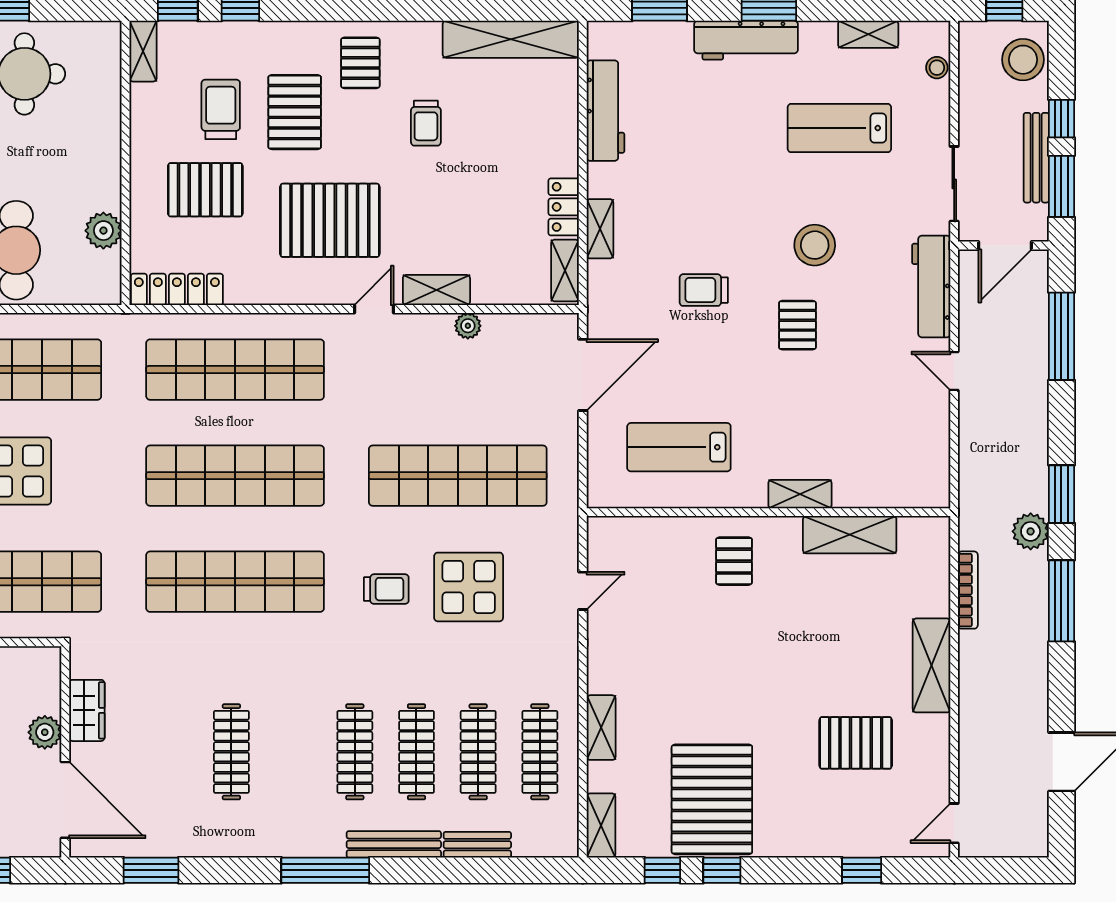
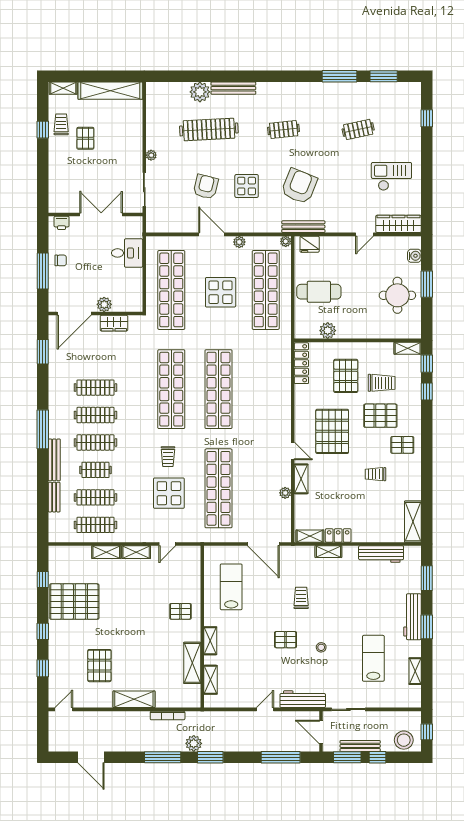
shelving: (511, 39) -> (413, 522), width x0.68
stool: (937, 68) -> (400, 702), removed
stool: (815, 245) -> (321, 647), width x0.53, depth x0.53
shop shelf: (235, 370) -> (266, 389), removed
shelving: (888, 494) -> (210, 680), added
door: (583, 591) -> (167, 544), hinge flipped
clothes rail: (293, 752) -> (95, 415), added
clothes rail: (416, 752) -> (95, 470), width x0.73
door: (954, 823) -> (64, 709), hinge flipped
shelving: (601, 825) -> (136, 552), moved
window: (722, 870) -> (43, 631), moved

